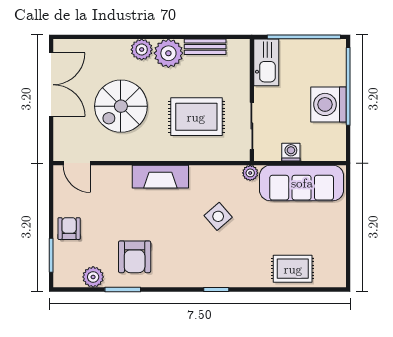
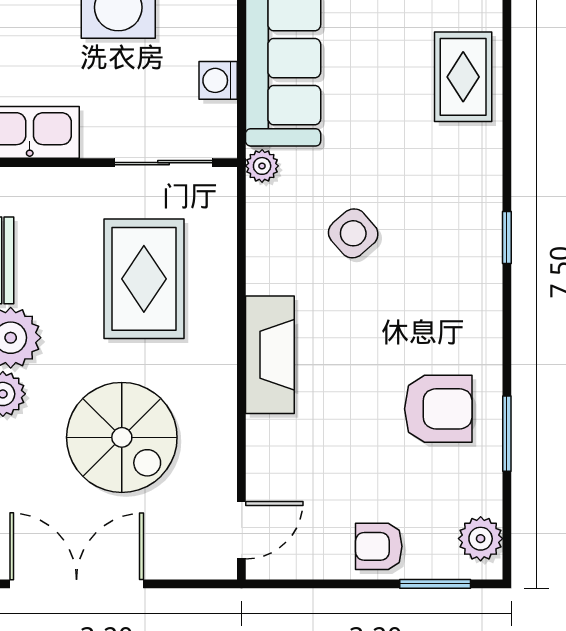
plant: (93, 277) -> (481, 539), moved

